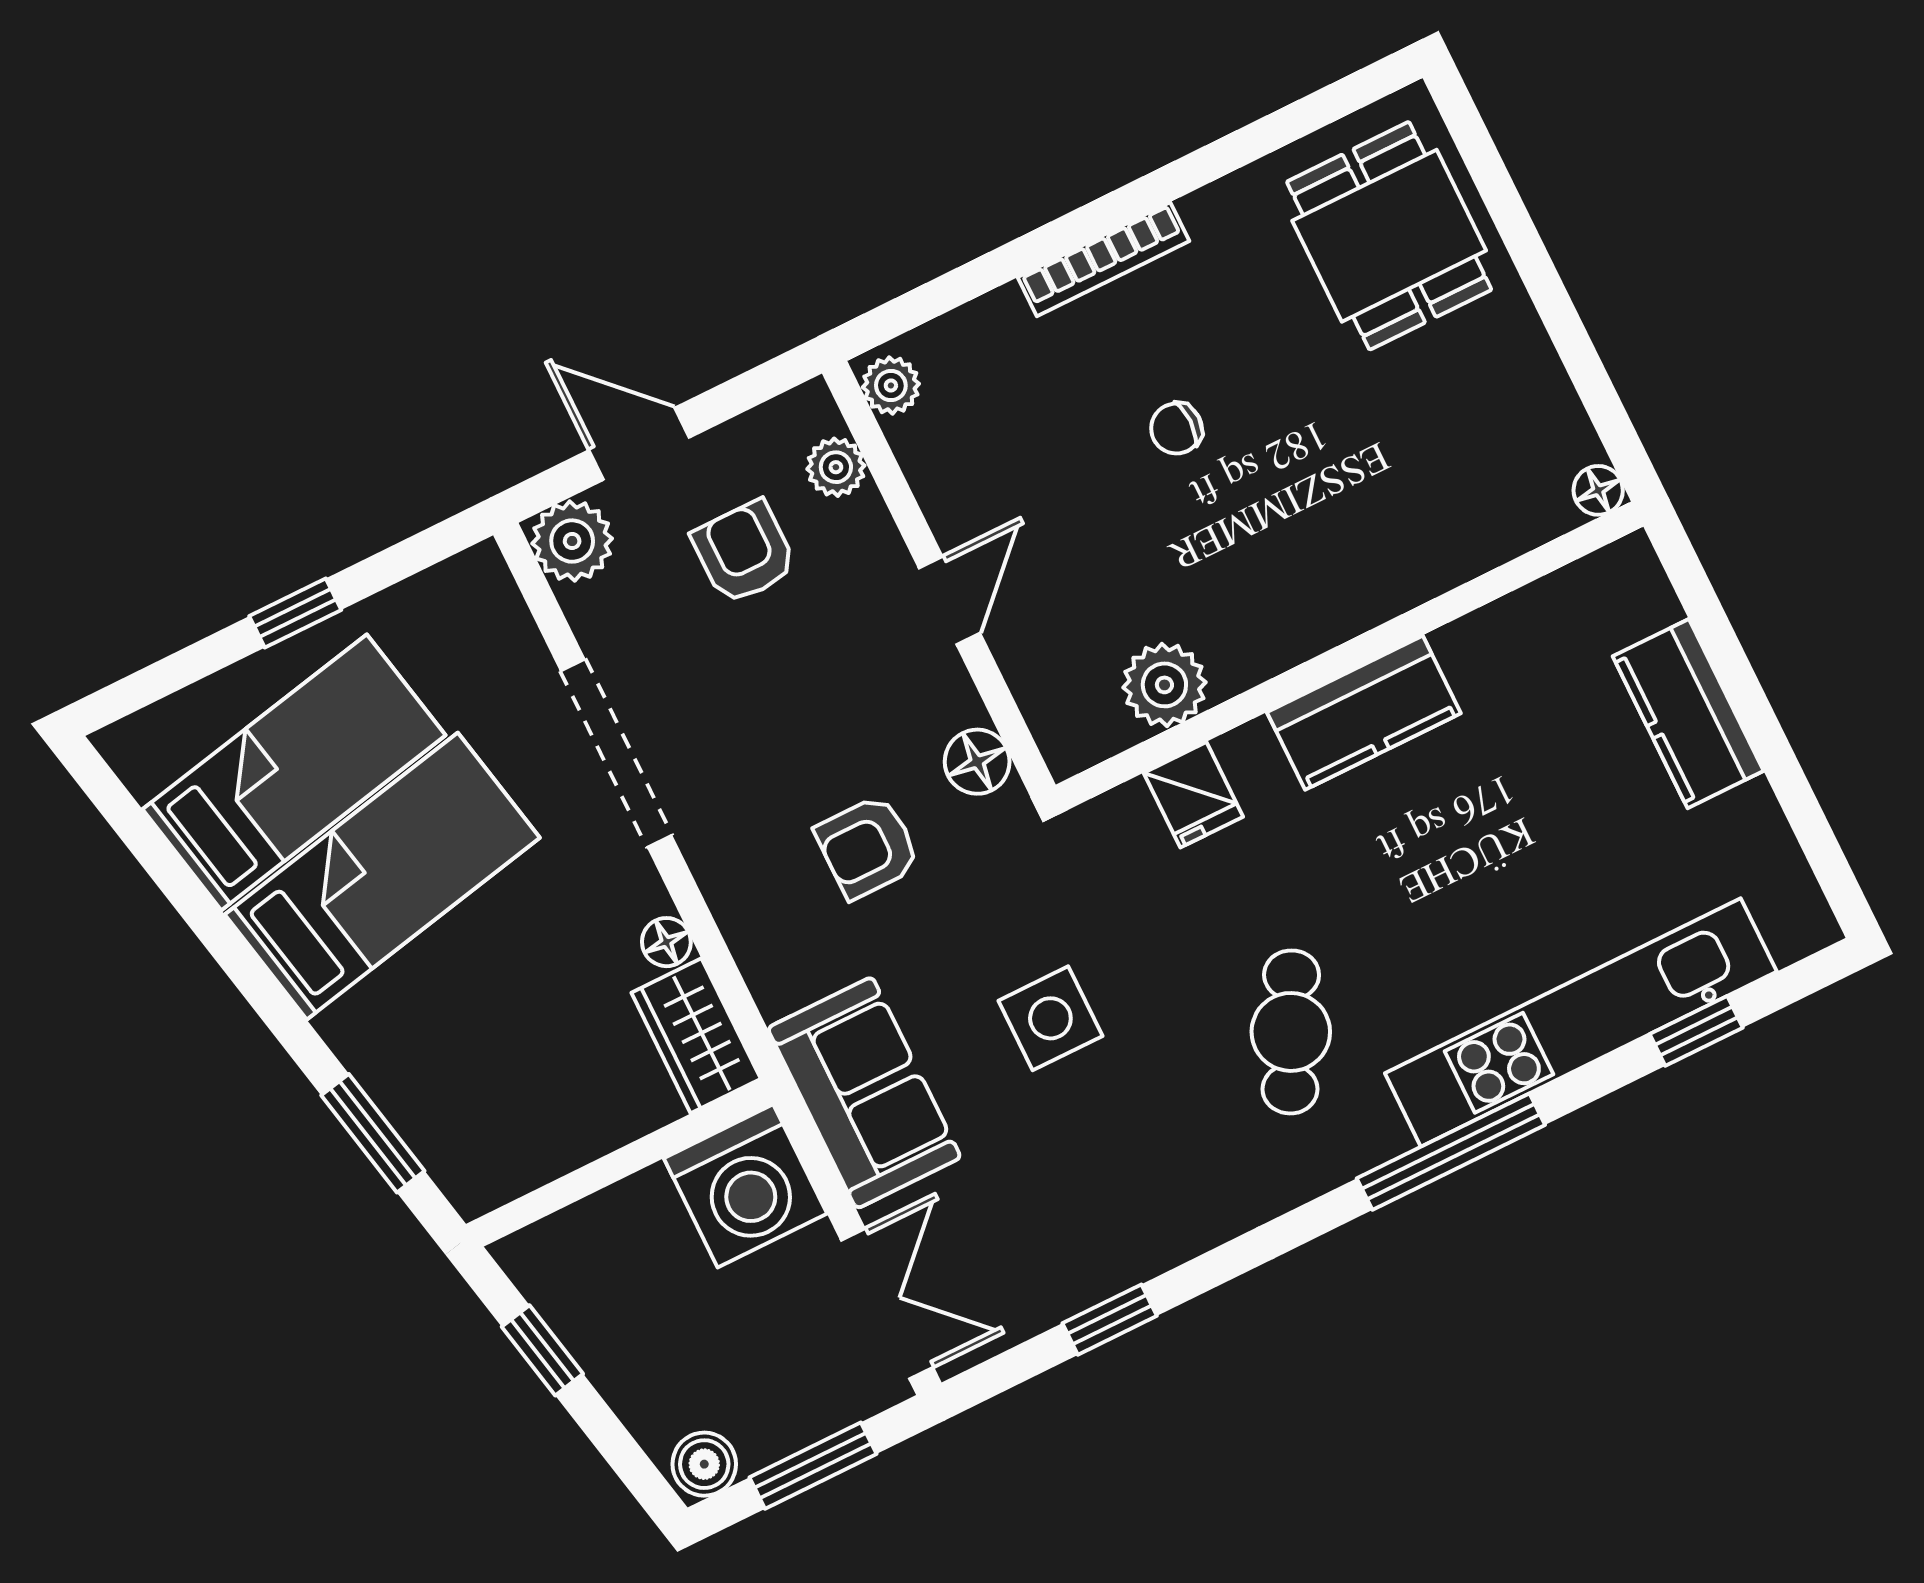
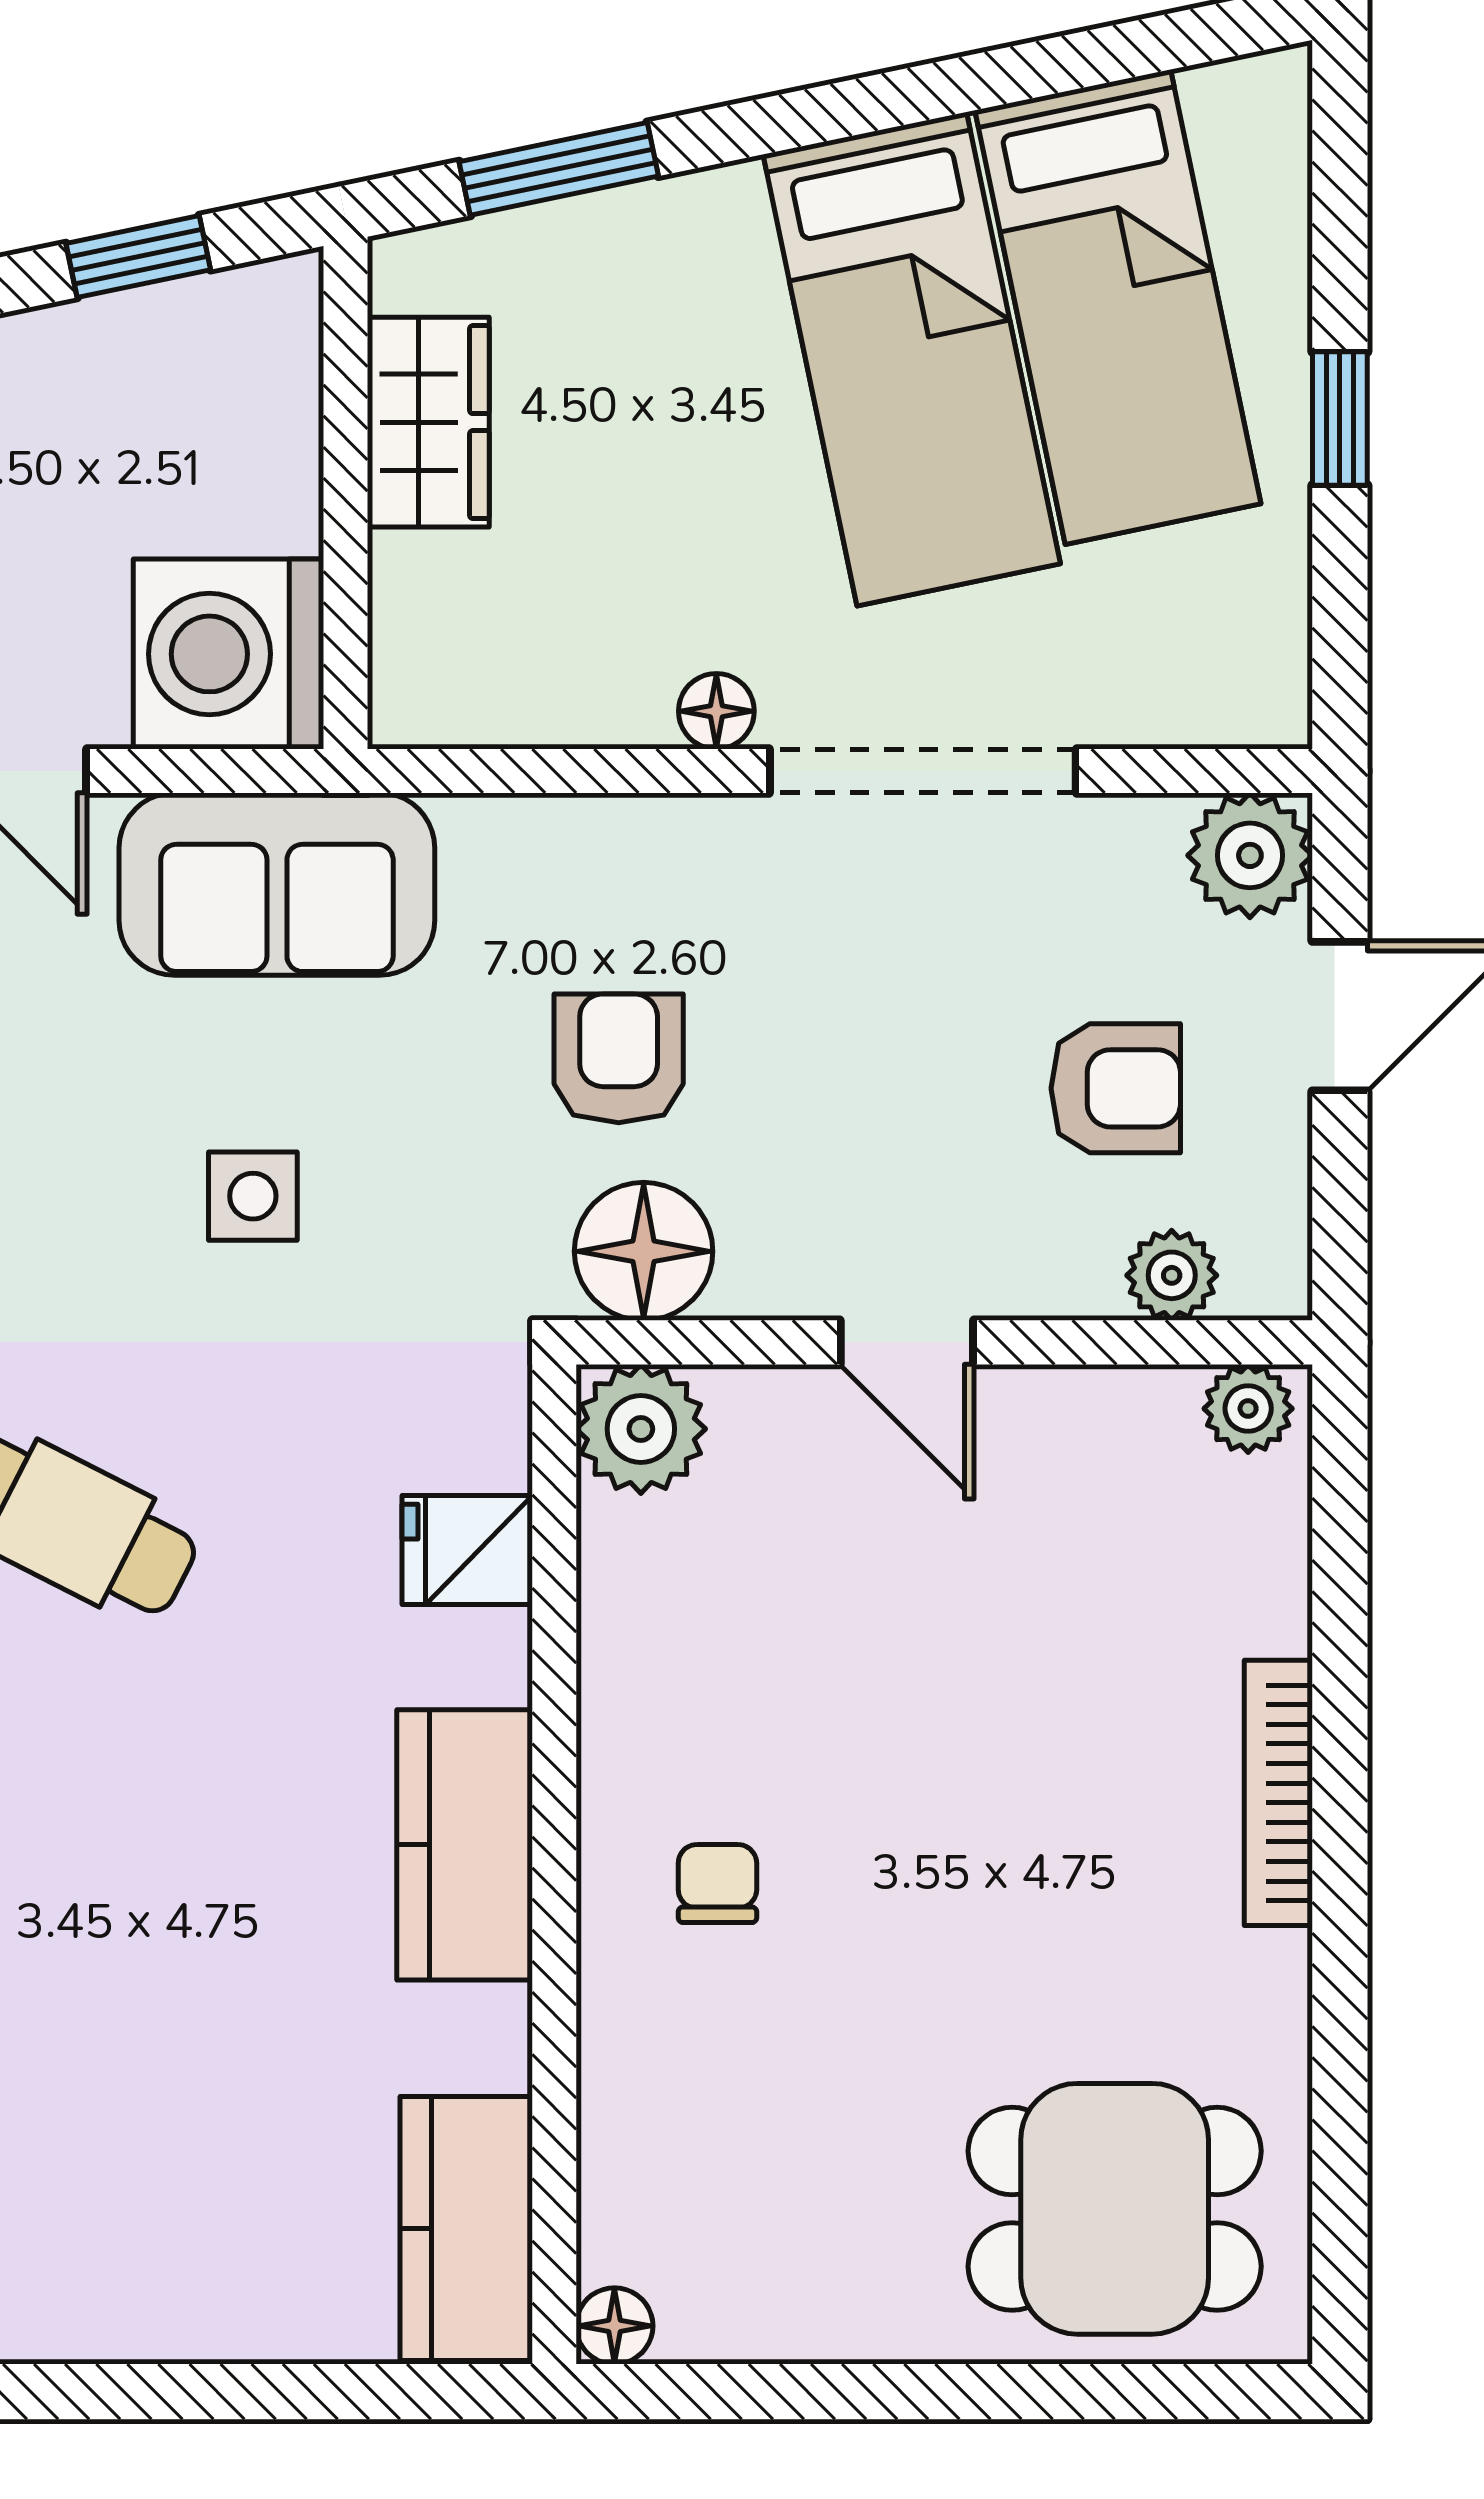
chair: (1176, 428) -> (717, 1883), moved
plant: (1164, 685) -> (641, 1429), moved
kitchen counter: (1688, 714) -> (466, 2228), moved, turned -90
floor lamp: (977, 762) -> (644, 1251), width x1.38, depth x1.38
floor lamp: (666, 942) -> (716, 711), moved
side table: (1050, 1018) -> (253, 1196), width x0.73, depth x0.73
wardrobe: (696, 1036) -> (428, 422), moved, turned 90

